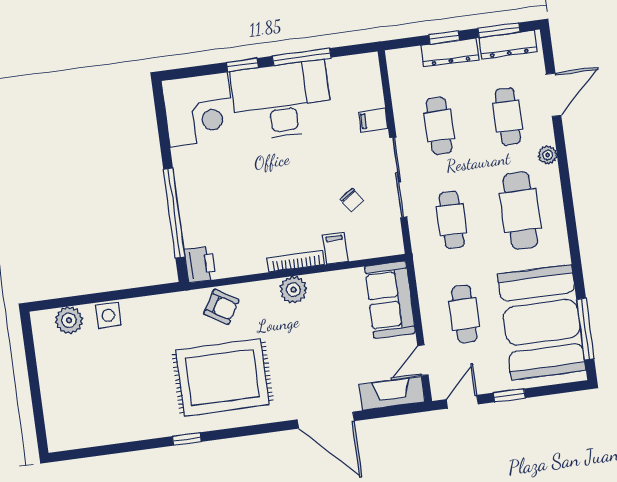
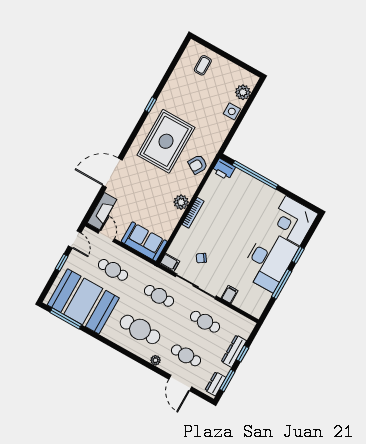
dresser: (508, 45) -> (215, 384), width x0.70
filing cabinet: (335, 248) -> (170, 262), moved
coffee table: (74, 407) -> (203, 65), added

